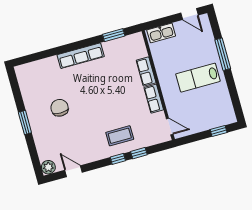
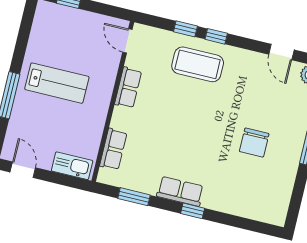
window: (74, 46) -> (193, 211), added
row of seats: (81, 56) -> (180, 191), width x0.68
row of seats: (146, 72) -> (113, 149), moved
coffee table: (120, 136) -> (198, 64), width x1.36, depth x1.32

